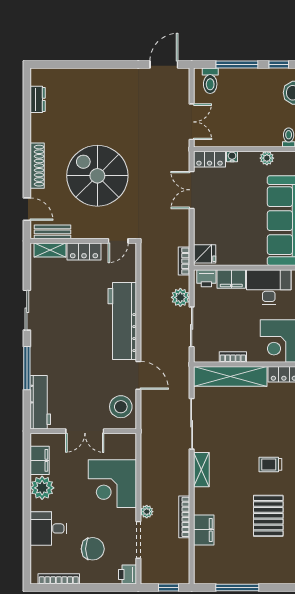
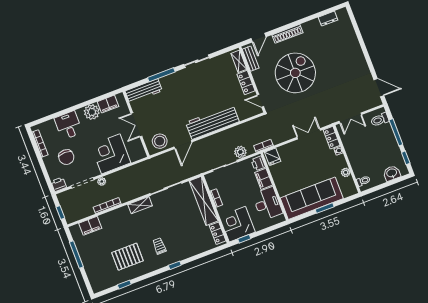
filing cabinet: (204, 530) -> (90, 226), moved

